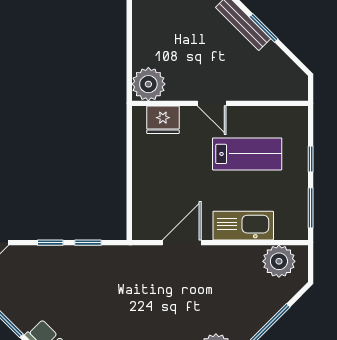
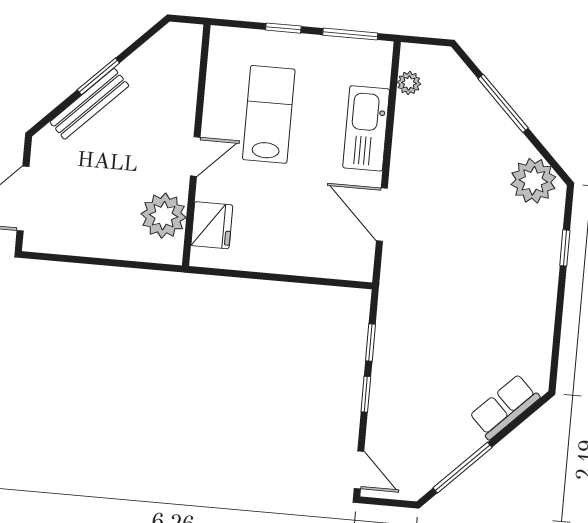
plant: (148, 84) -> (164, 216), moved
plant: (279, 261) -> (409, 83), width x0.53, depth x0.53

